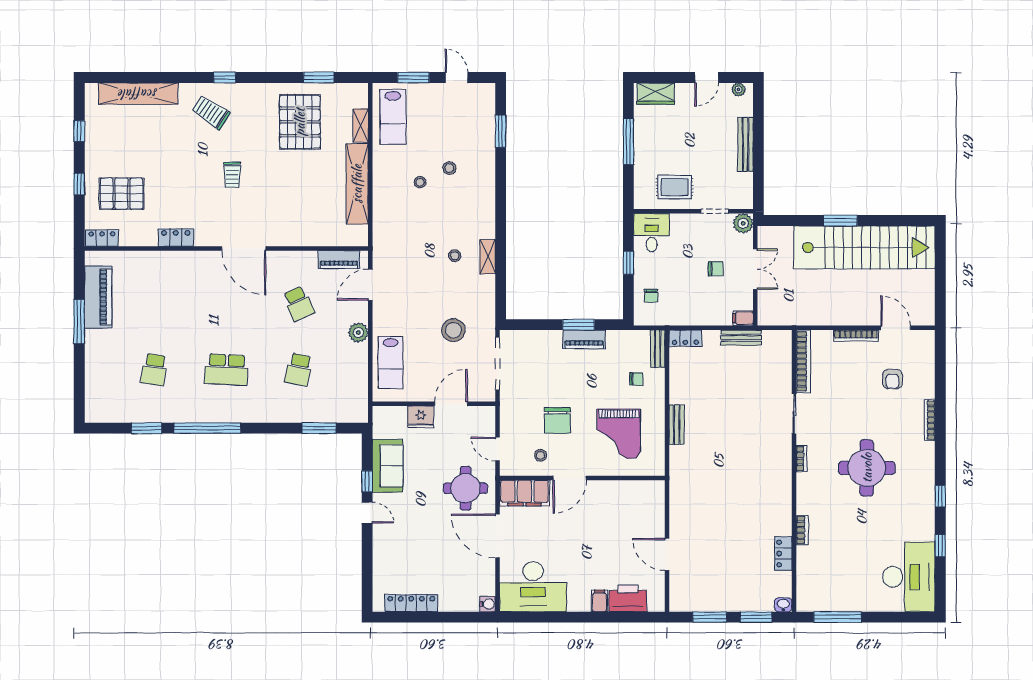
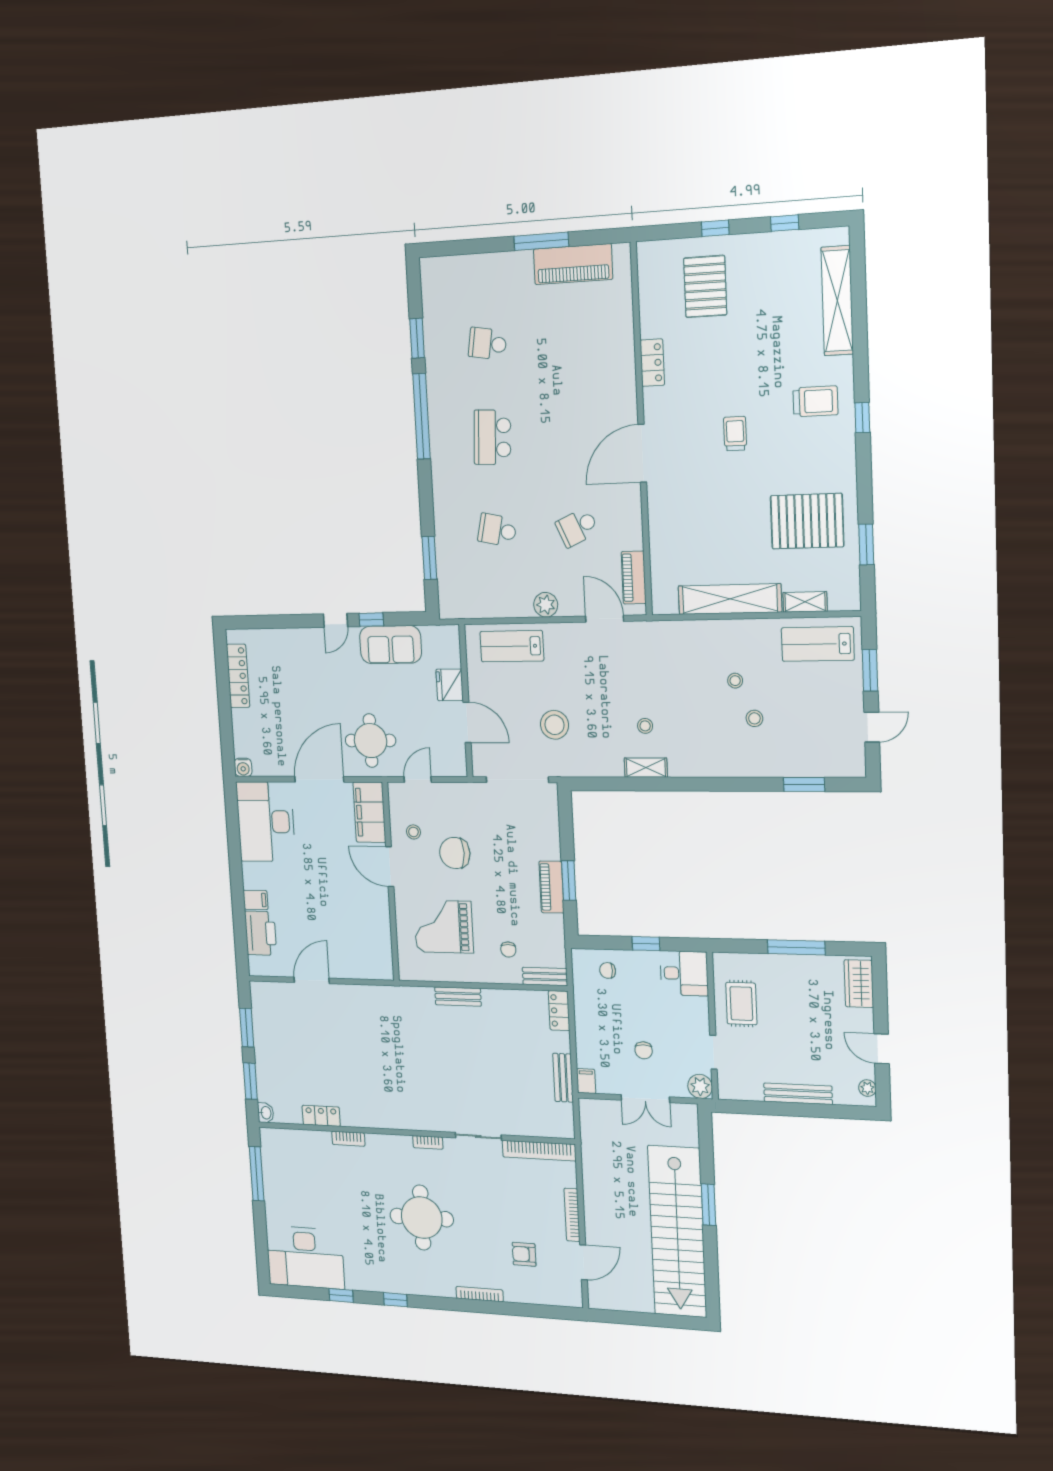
trolley: (211, 112) -> (815, 401), turned 57
trolley: (232, 175) -> (735, 434), turned 90
locker: (102, 238) -> (647, 264), removed

